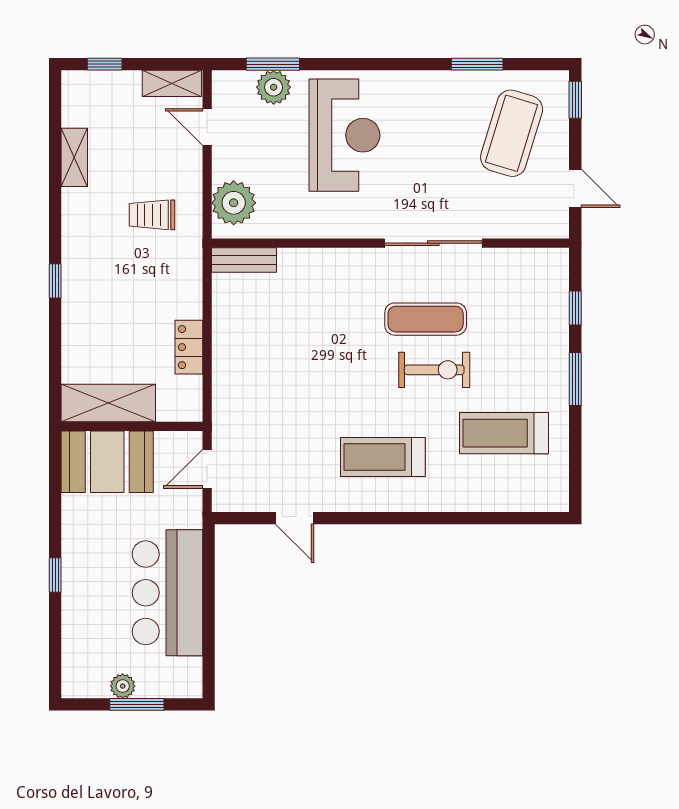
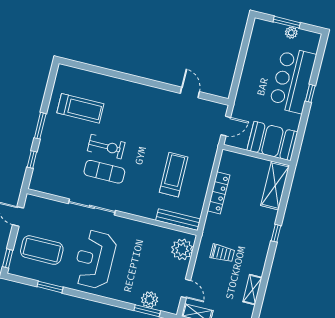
coffee table: (512, 133) -> (42, 250), turned 73
reception desk: (344, 135) -> (95, 259), moved
bench: (244, 260) -> (178, 220), width x1.36
locker: (189, 347) -> (219, 193), width x1.53
exercise bike: (434, 370) -> (106, 147), turned 180
shelving: (108, 403) -> (275, 186), moved, turned 90
treadmill: (383, 457) -> (174, 175), moved, turned -90
bar counter: (167, 593) -> (293, 80), moved, turned 180

